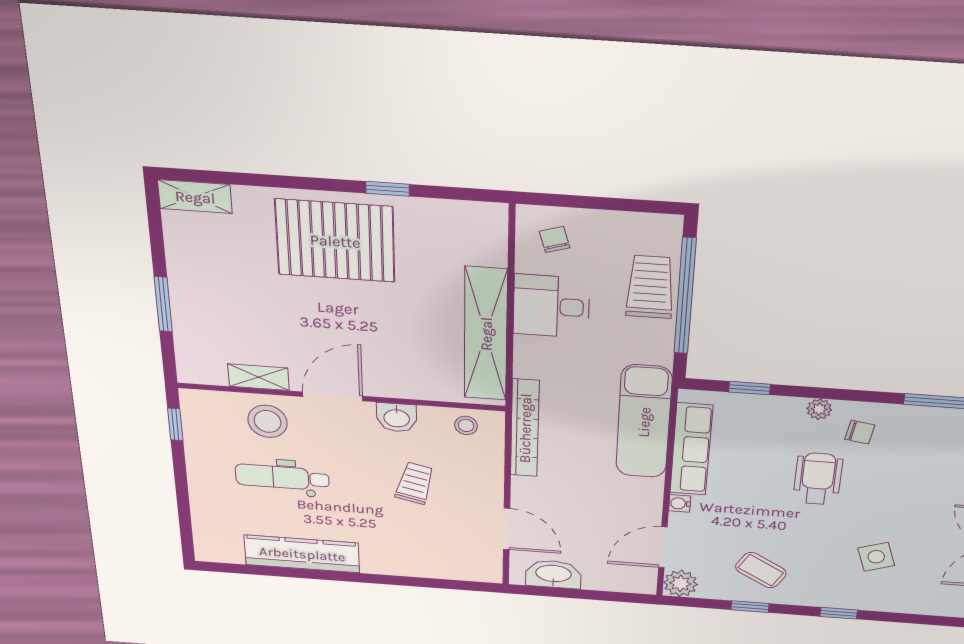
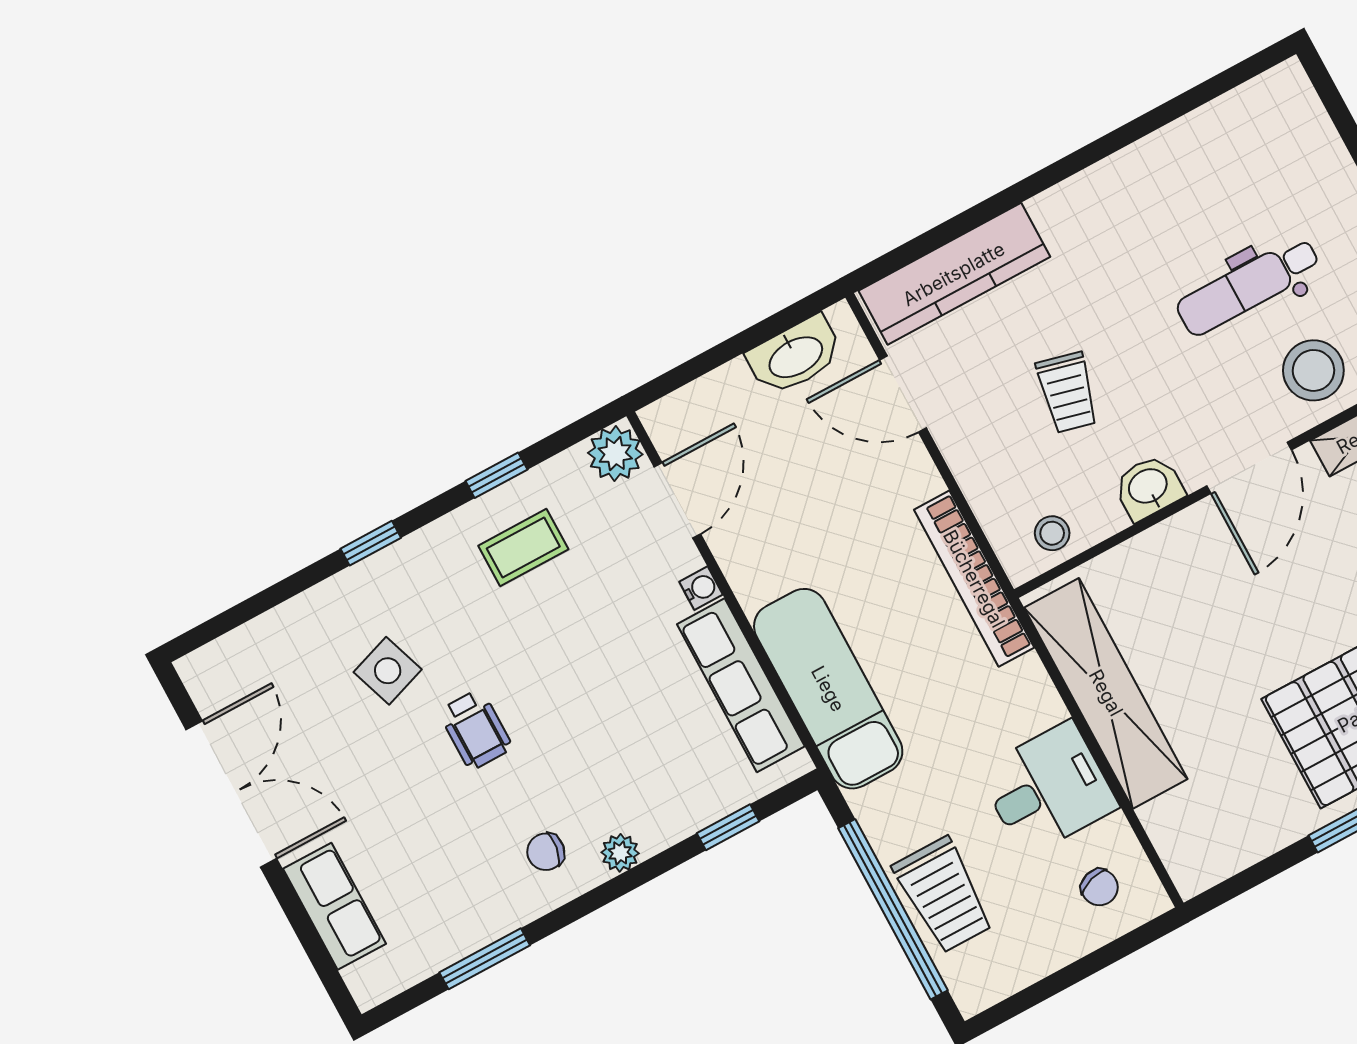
dental chair: (282, 477) -> (1248, 286), turned 180
wheelchair: (818, 479) -> (475, 730), moved, width x0.73, depth x0.73
kitchen counter: (302, 554) -> (954, 274), moved
coffee table: (761, 570) -> (523, 548), turned -30

